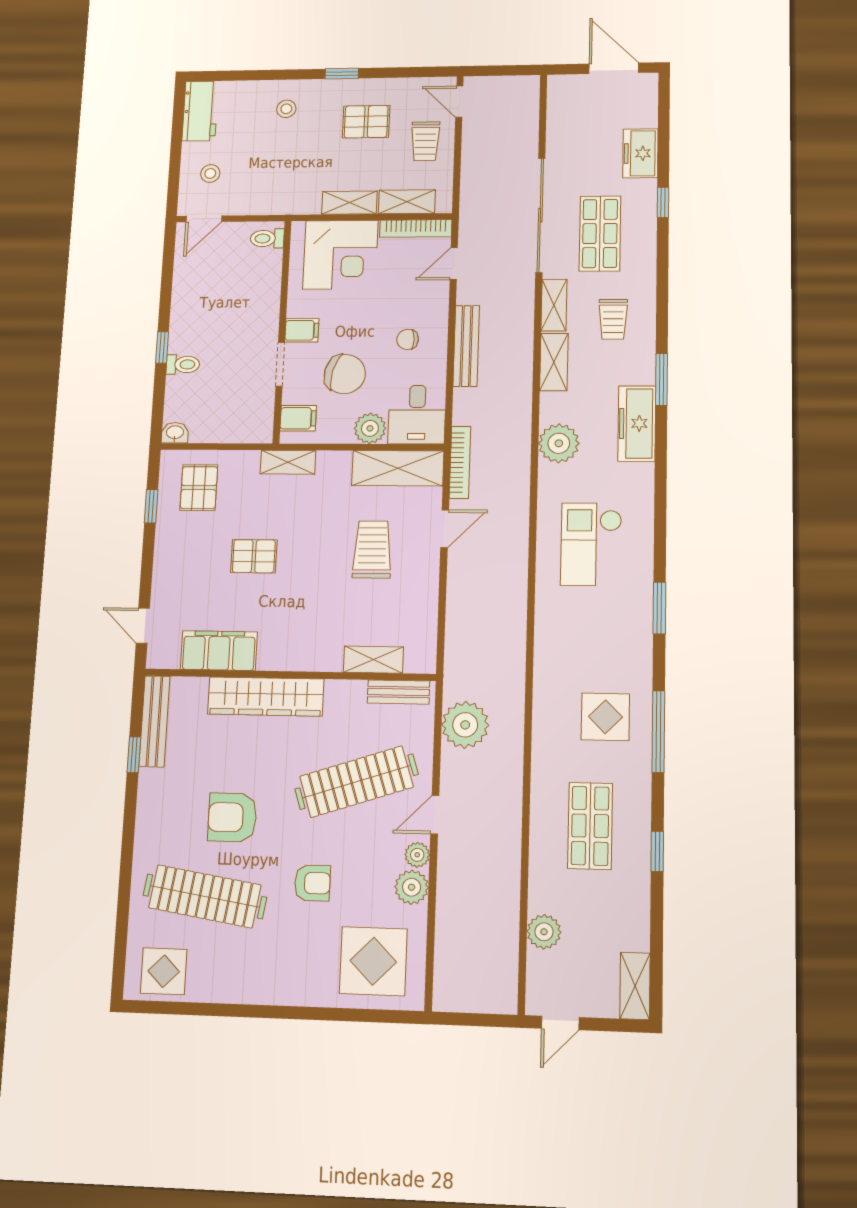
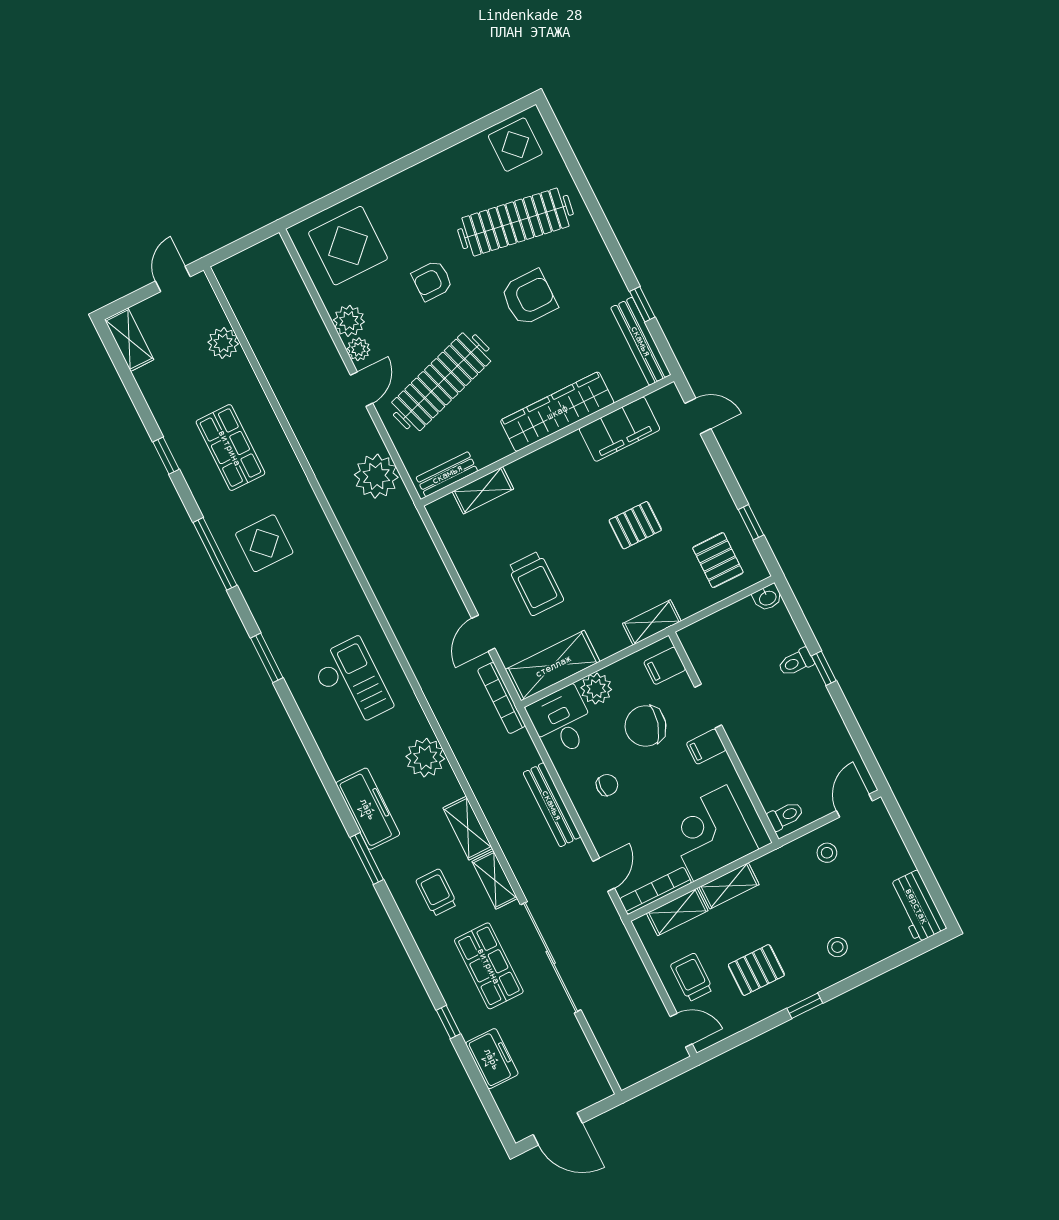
stool: (210, 173) -> (827, 853), moved

